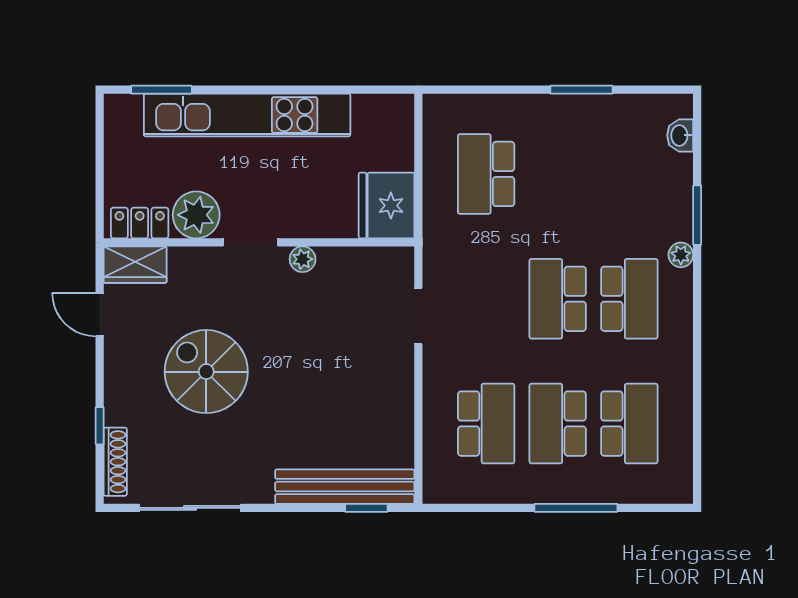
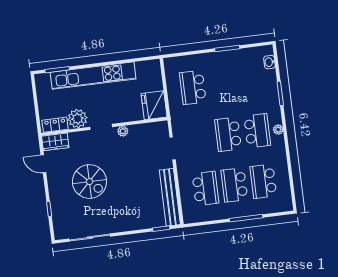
plant: (681, 255) -> (278, 130), moved
spiral stairs: (206, 372) -> (89, 182), turned 180
school desk: (629, 424) -> (263, 181), turned 180
shoe rack: (115, 462) -> (57, 223), removed
bench: (345, 487) -> (170, 197), moved, turned 90

